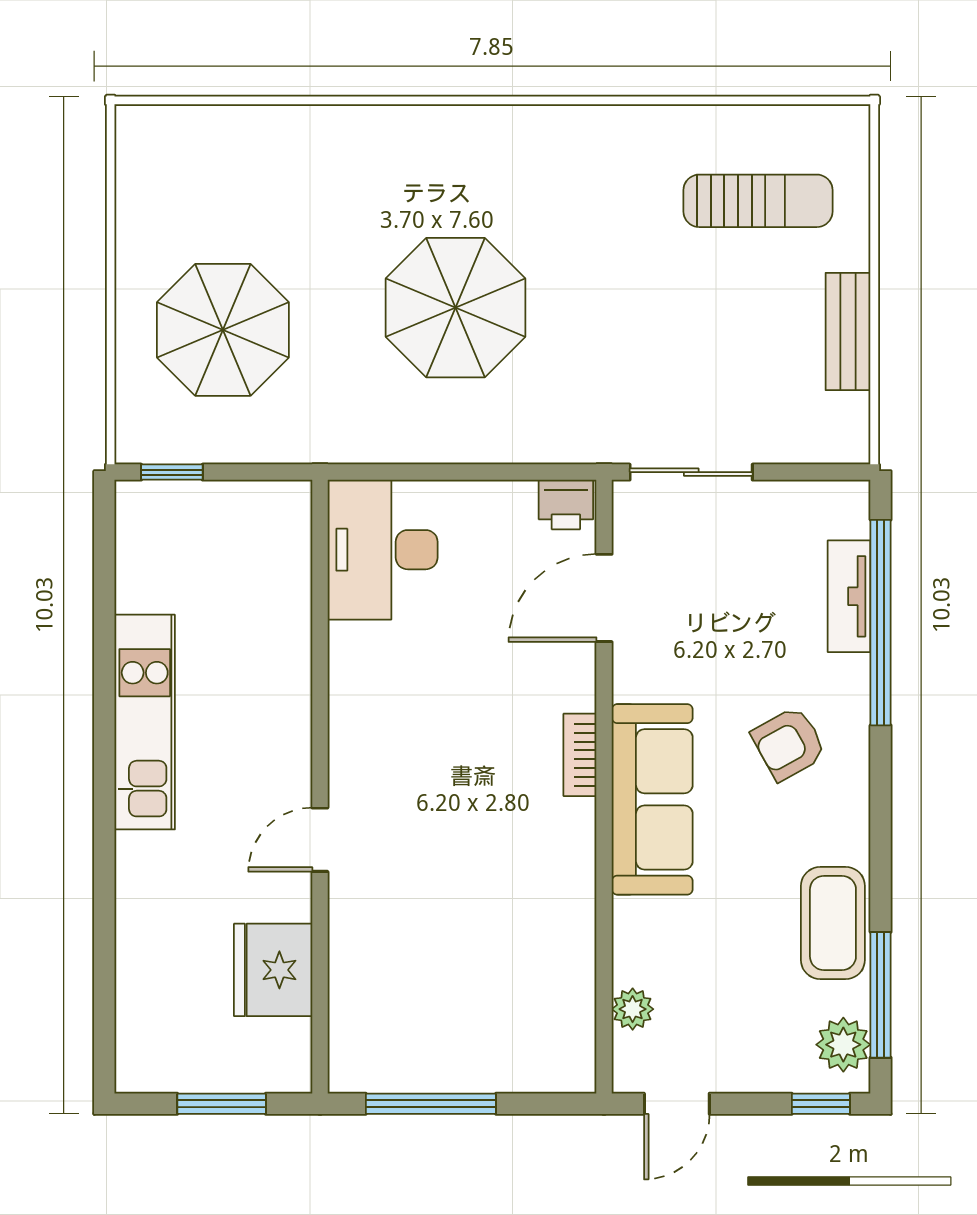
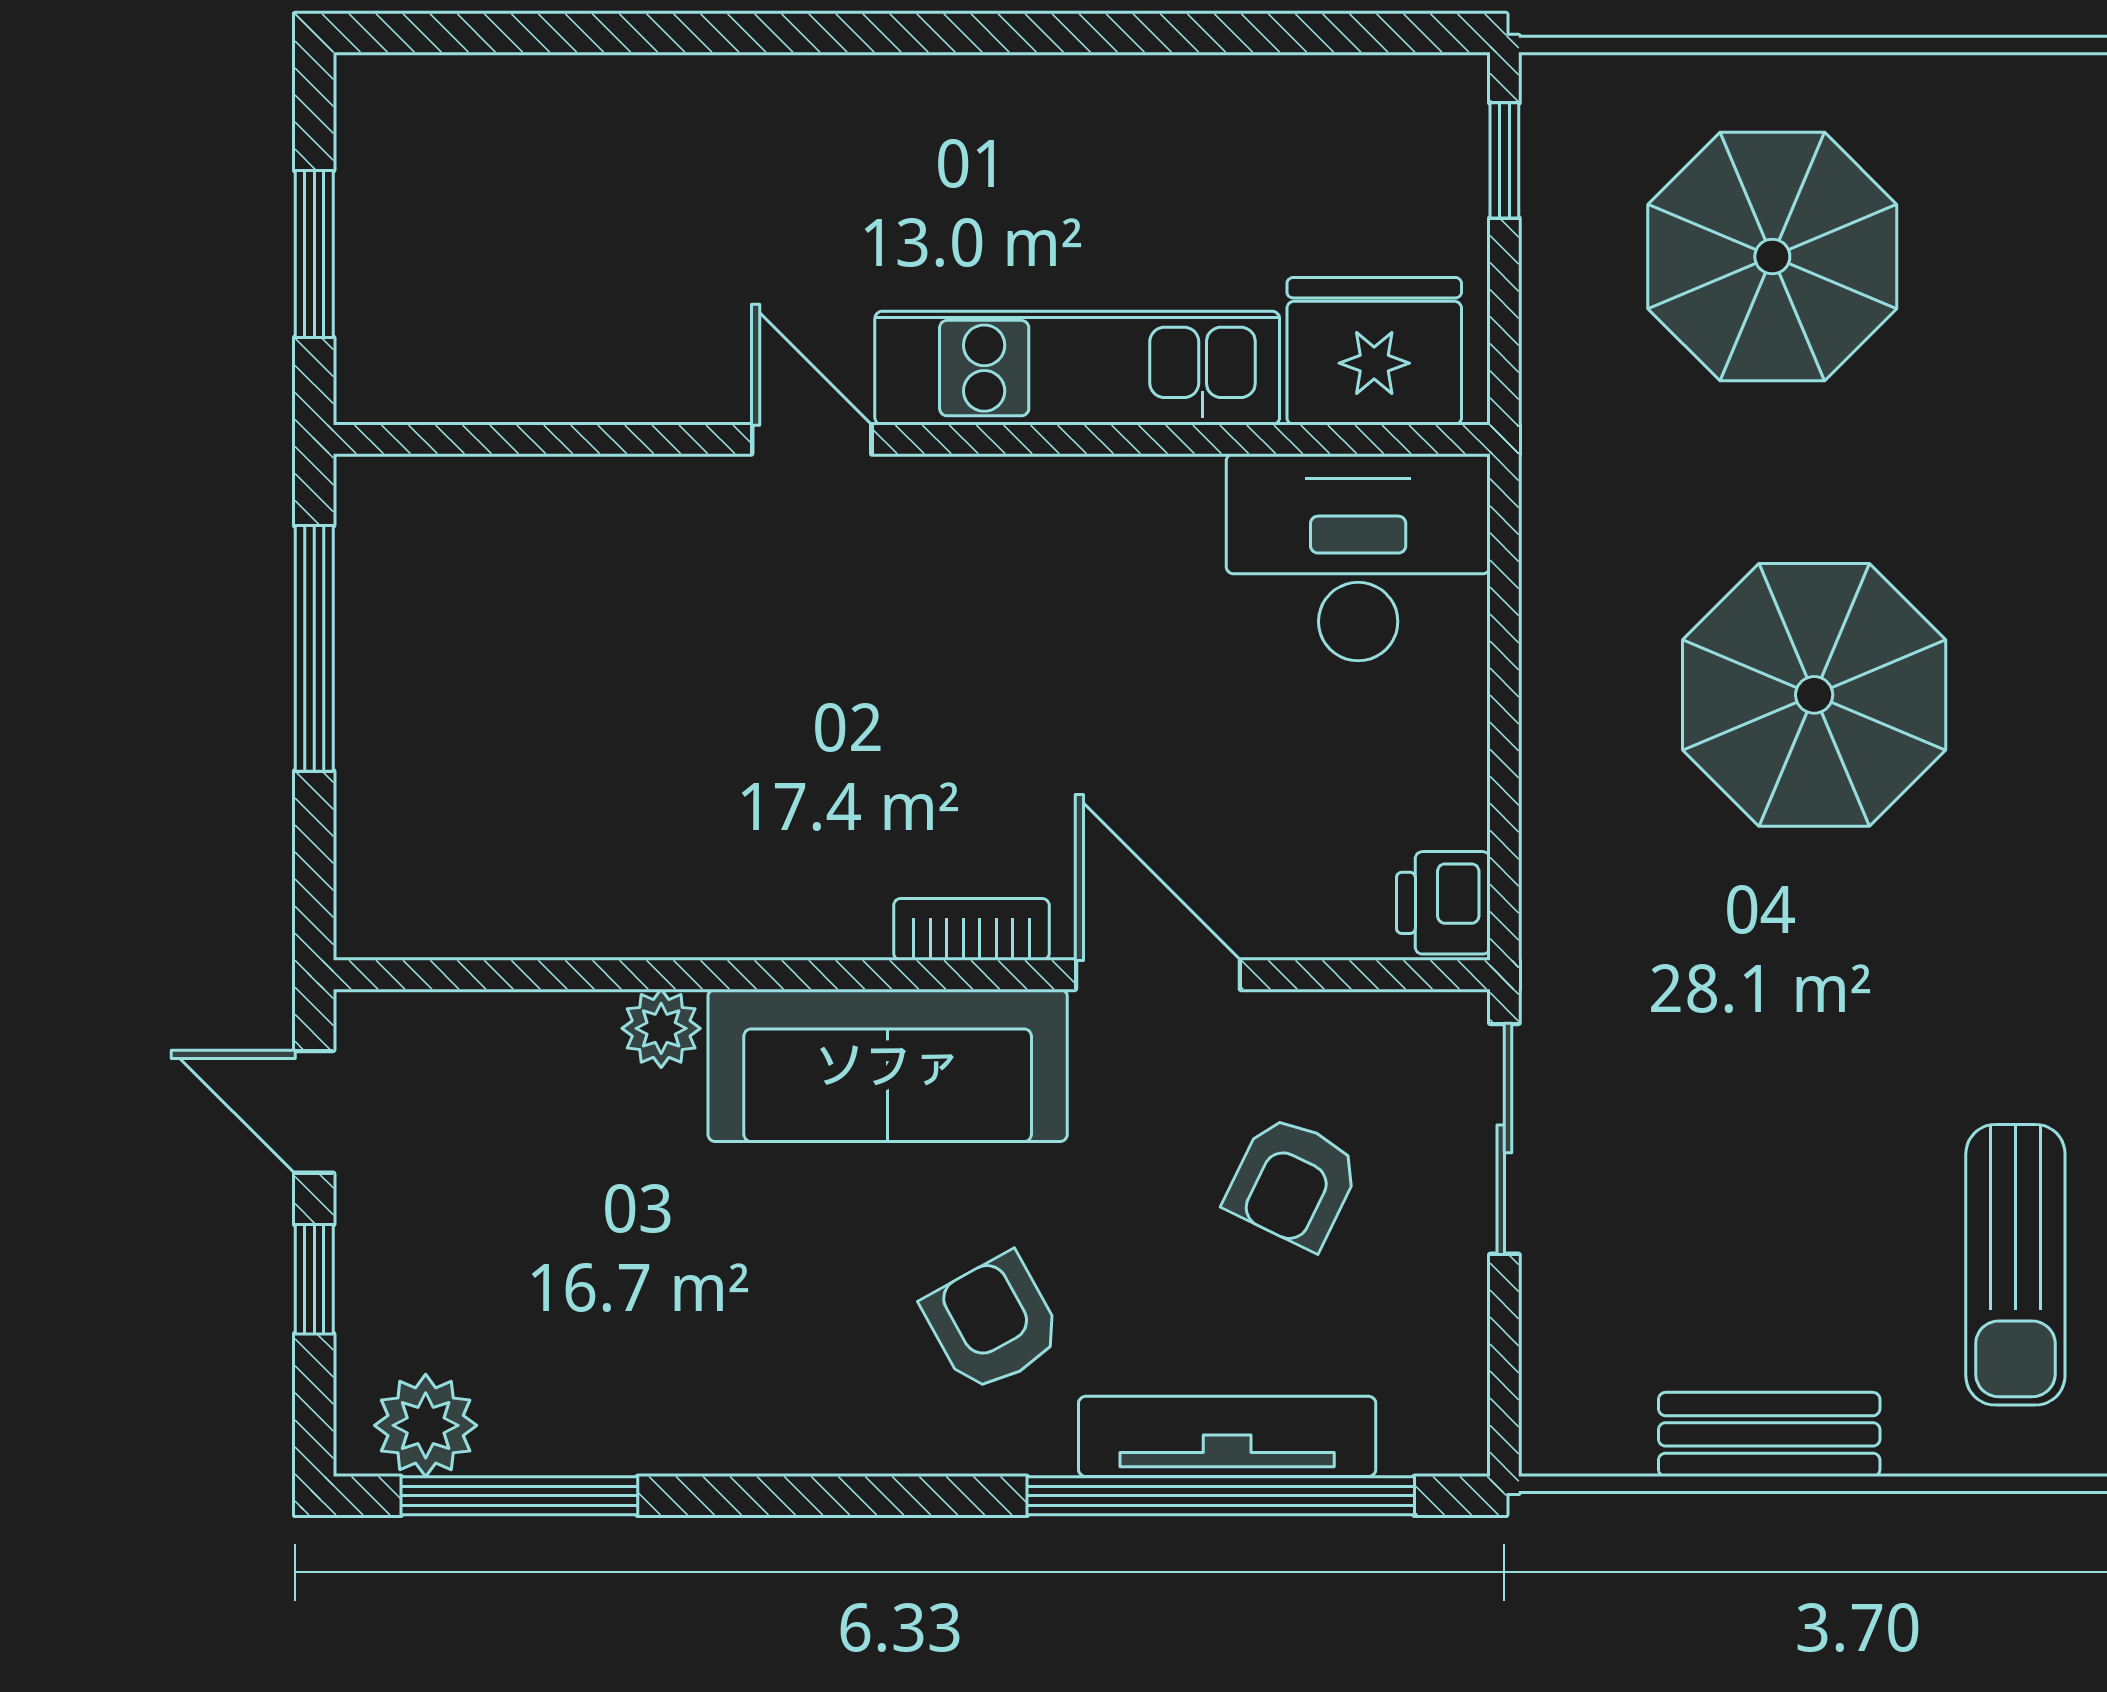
armchair: (714, 584) -> (1293, 1182), added
tv unit: (849, 596) -> (1227, 1436), width x1.41
door: (604, 598) -> (1158, 975), moved
kitchen unit: (145, 722) -> (1077, 368), moved, turned 180
coffee table: (833, 923) -> (655, 1406), removed
fridge: (273, 970) -> (1374, 351), moved
plant: (633, 1009) -> (661, 1028), moved
window: (821, 1104) -> (314, 1279), moved

